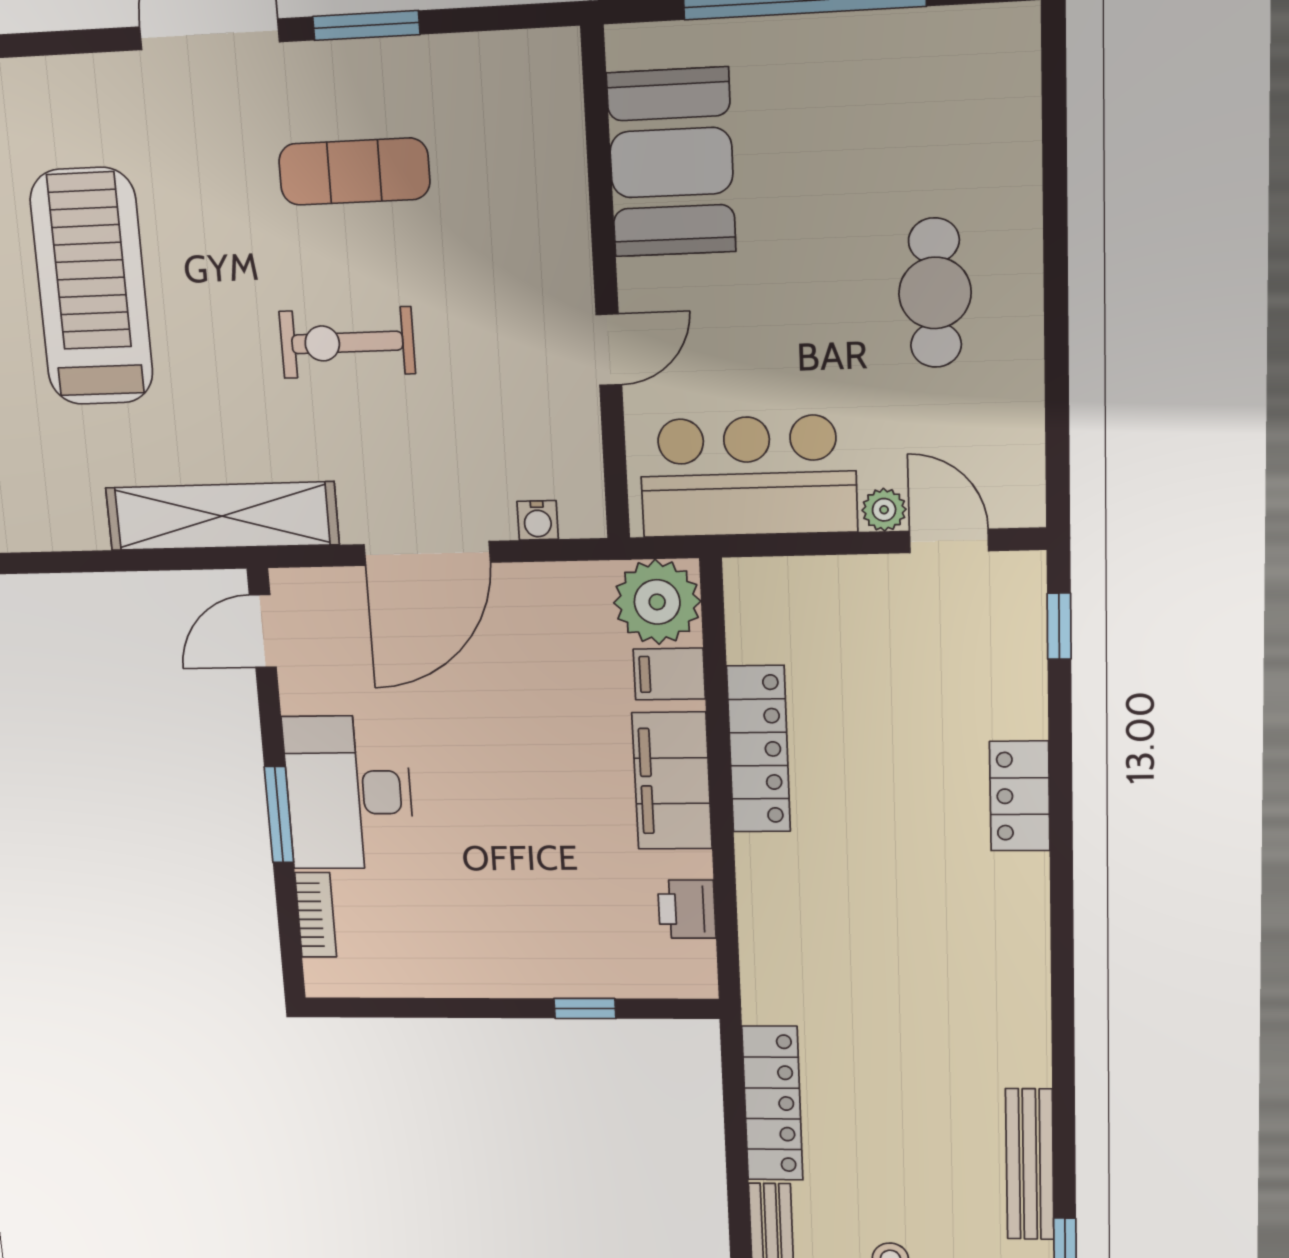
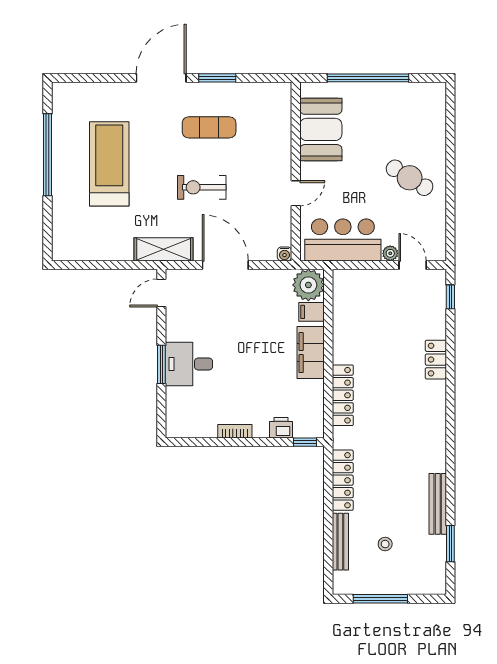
cafe table: (935, 293) -> (410, 178), turned -58
shelving: (222, 516) -> (164, 249), width x0.68
water cooler: (538, 520) -> (285, 254), moved
door: (427, 553) -> (225, 265), swing flipped
locker: (759, 749) -> (343, 395), moved
desk: (349, 793) -> (189, 364), width x0.73
printer: (687, 909) -> (281, 428), moved, turned 90
bookcase: (316, 915) -> (235, 431), moved, turned -90
window: (585, 1008) -> (305, 442), moved

